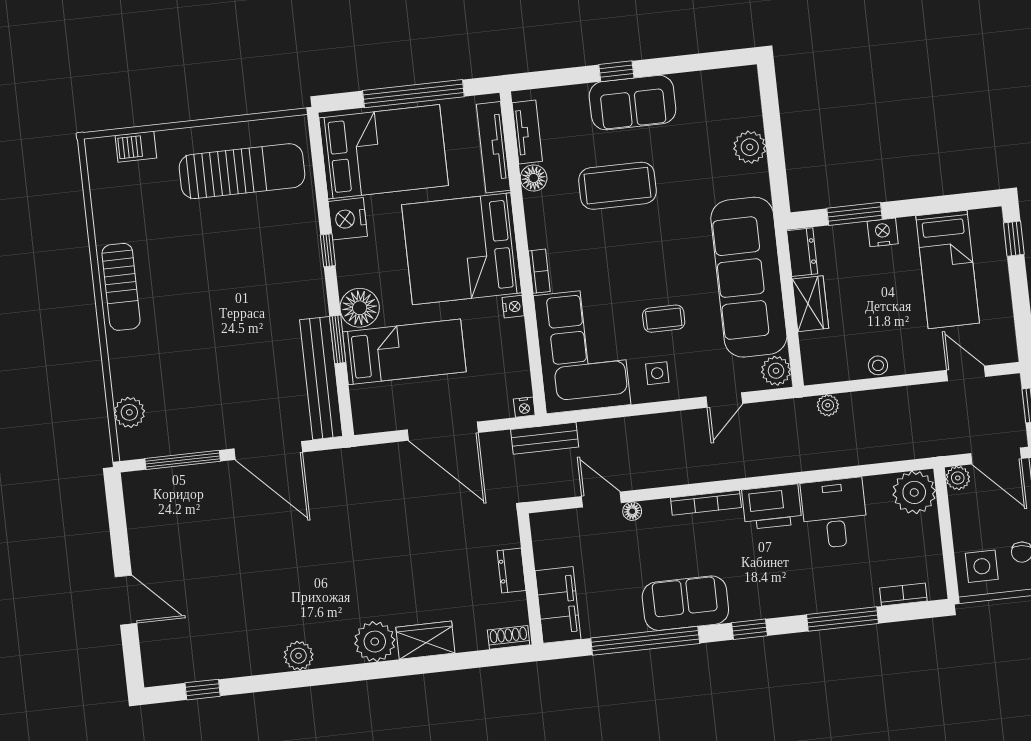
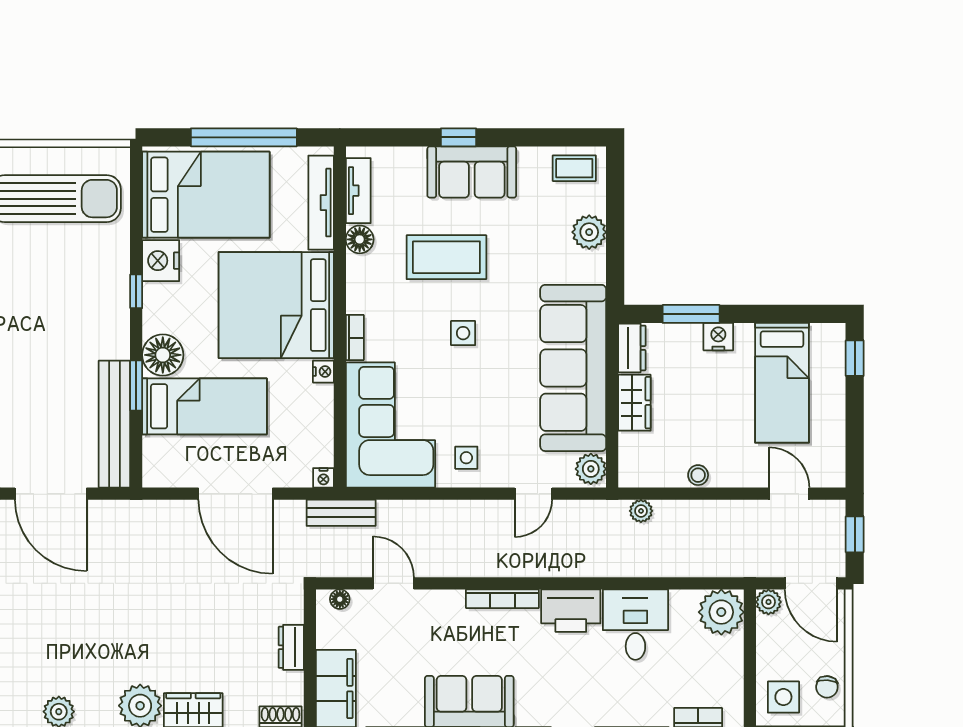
side table: (641, 256) -> (463, 333), added
coffee table: (664, 319) -> (574, 168), moved
floor lamp: (632, 511) -> (340, 599), moved

